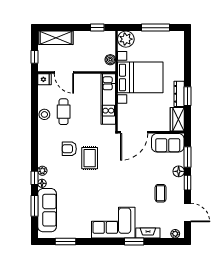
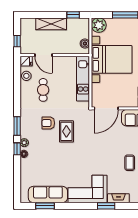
shelving: (56, 38) -> (51, 24), moved
stool: (44, 114) -> (26, 76), moved
window: (34, 206) -> (17, 126), moved
sofa: (47, 210) -> (48, 195), moved, turned -90

